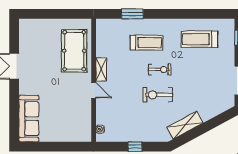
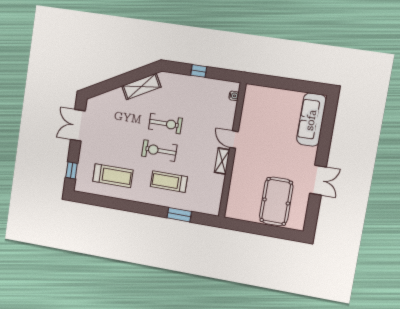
pool table: (74, 51) -> (276, 201), moved
exercise bike: (160, 70) -> (159, 151), width x1.38, depth x1.39

